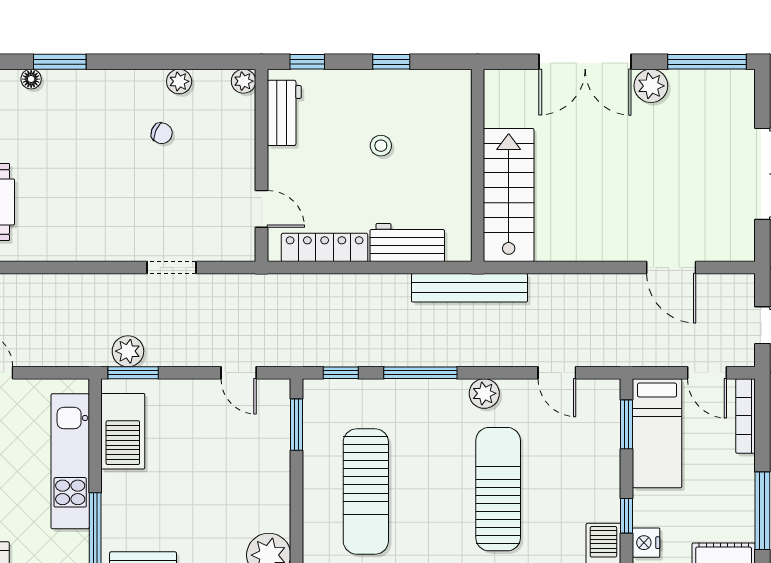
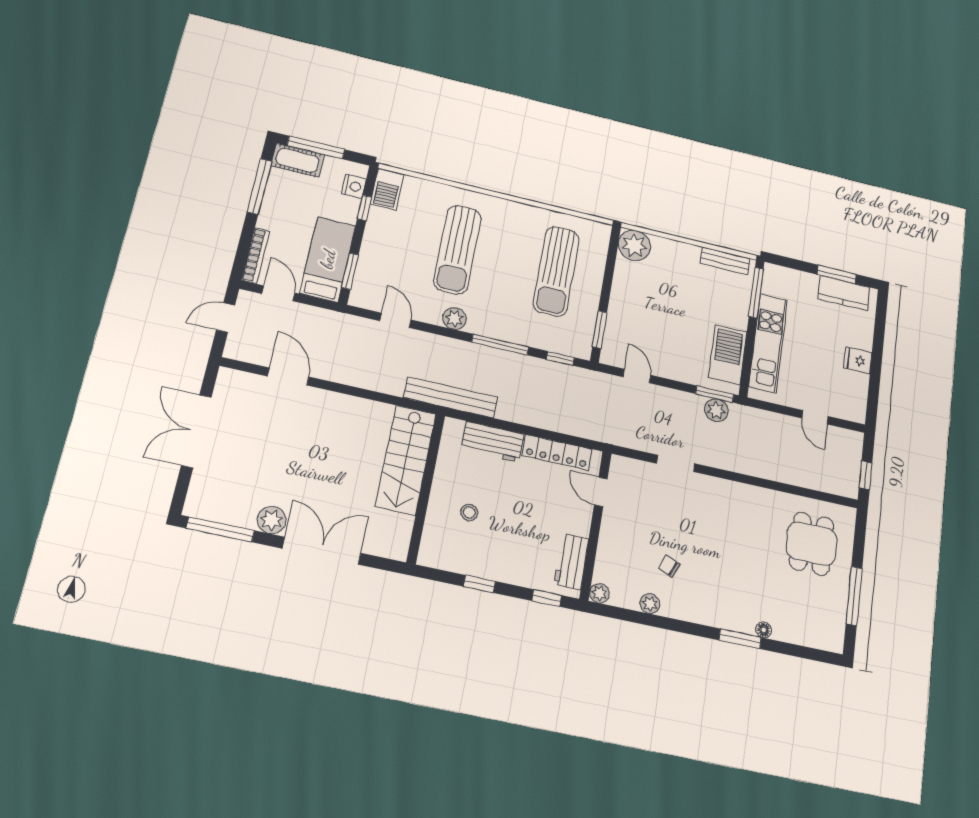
stool: (381, 146) -> (469, 512), moved
sun lounger: (366, 492) -> (556, 271), turned 180

